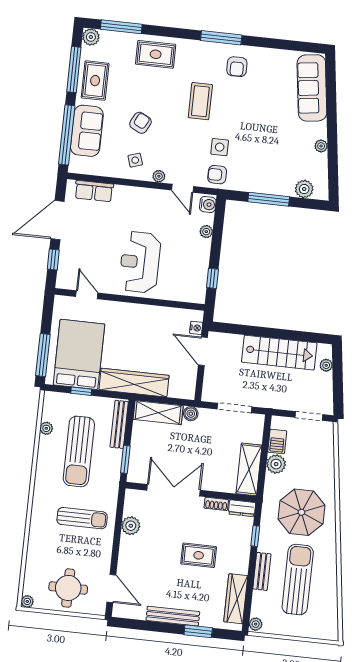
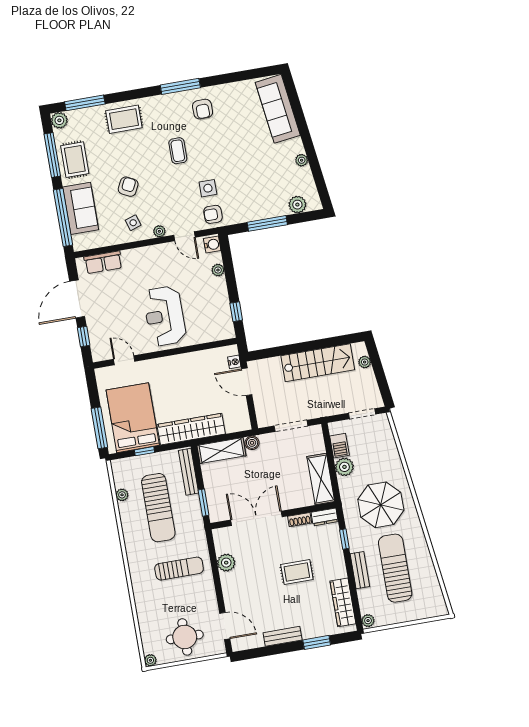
coffee table: (200, 101) -> (178, 151), width x0.73, depth x0.77
bench: (173, 616) -> (283, 636), width x0.73

